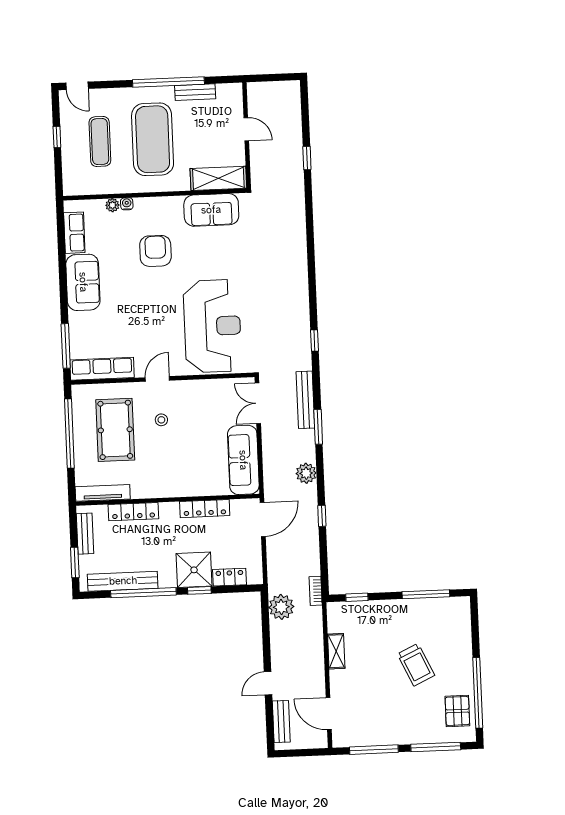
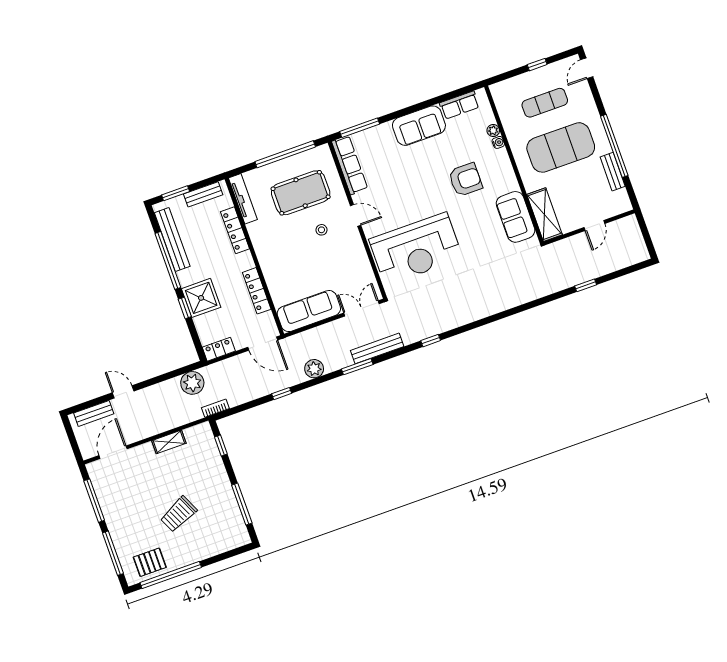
locker: (230, 577) -> (219, 349), moved, turned -90

